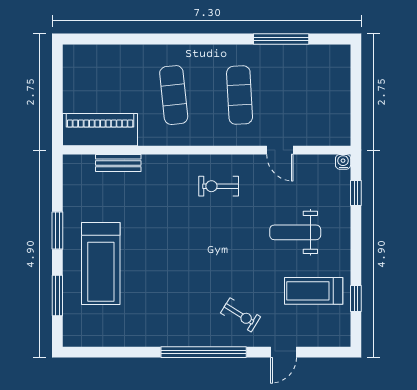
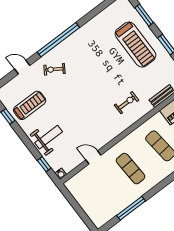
exercise bike: (219, 186) -> (127, 103), moved
weight bench: (295, 232) -> (49, 137), moved
treadmill: (101, 263) -> (135, 45), turned 180
door: (283, 352) -> (22, 67), hinge flipped

